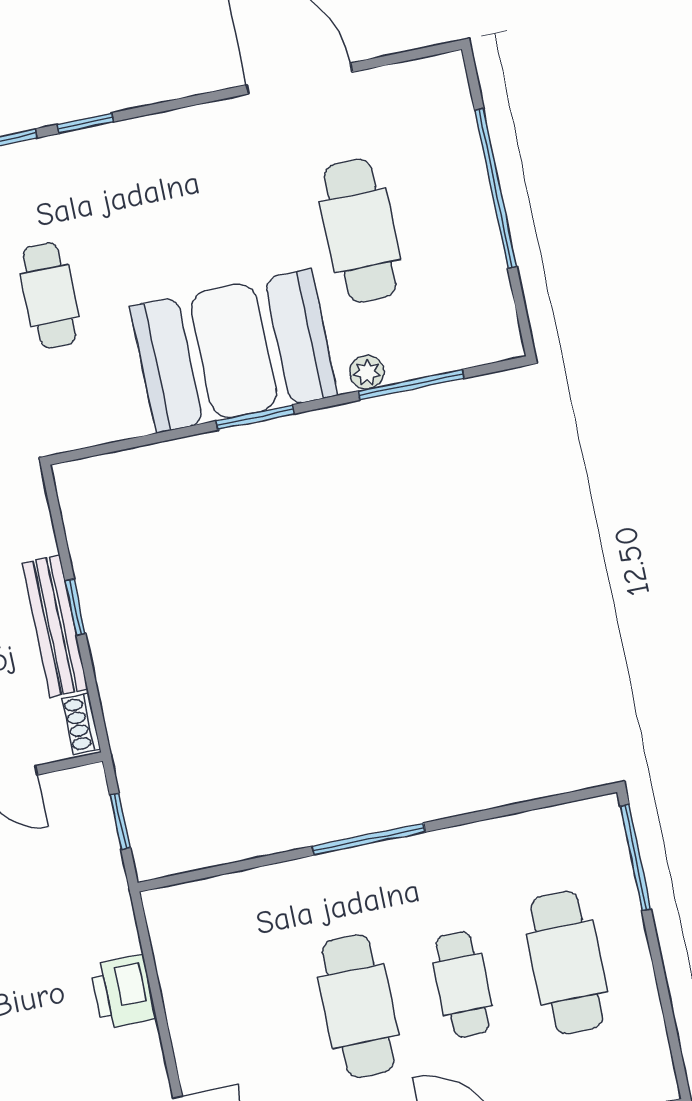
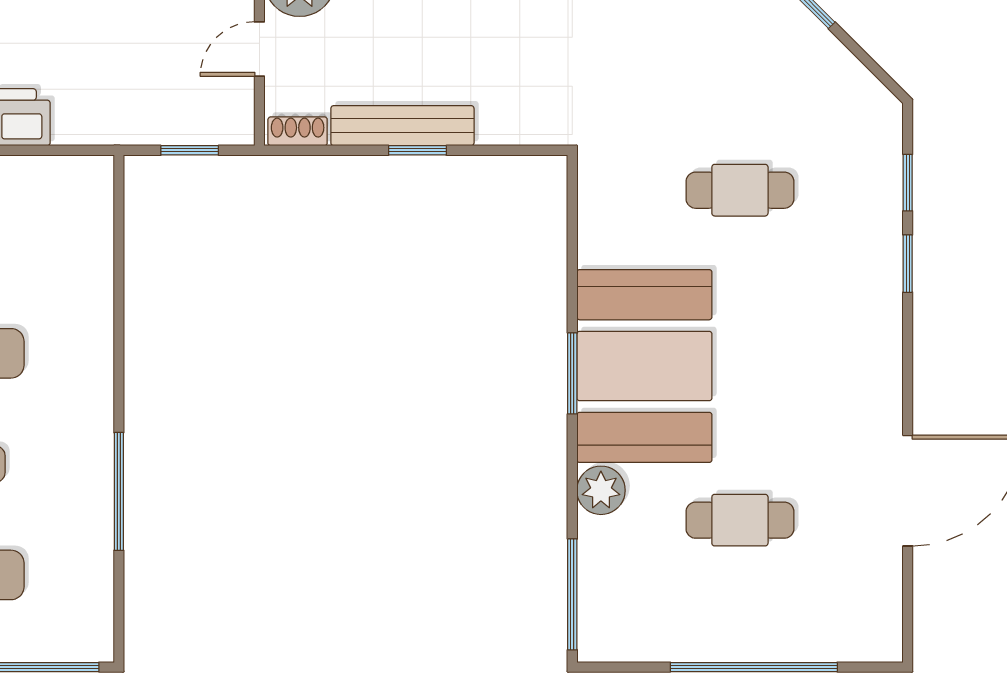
cafe table: (360, 231) -> (740, 520), width x0.73, depth x0.74
plant: (367, 372) -> (601, 490), width x1.38, depth x1.38
window: (411, 385) -> (572, 594), moved
window: (369, 839) -> (119, 491), moved

